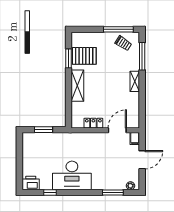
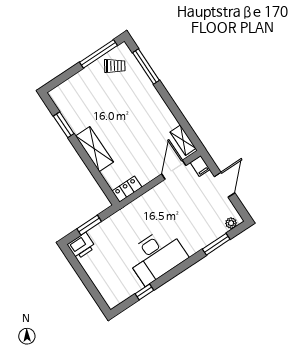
pallet: (84, 56) -> (80, 110), removed
shelving: (135, 81) -> (183, 140), moved
locker: (93, 123) -> (127, 189), moved
printer: (31, 183) -> (81, 246), moved, turned 180

